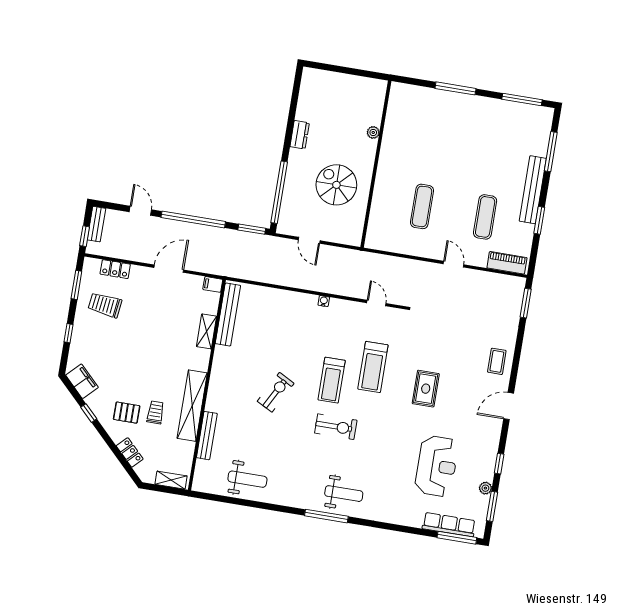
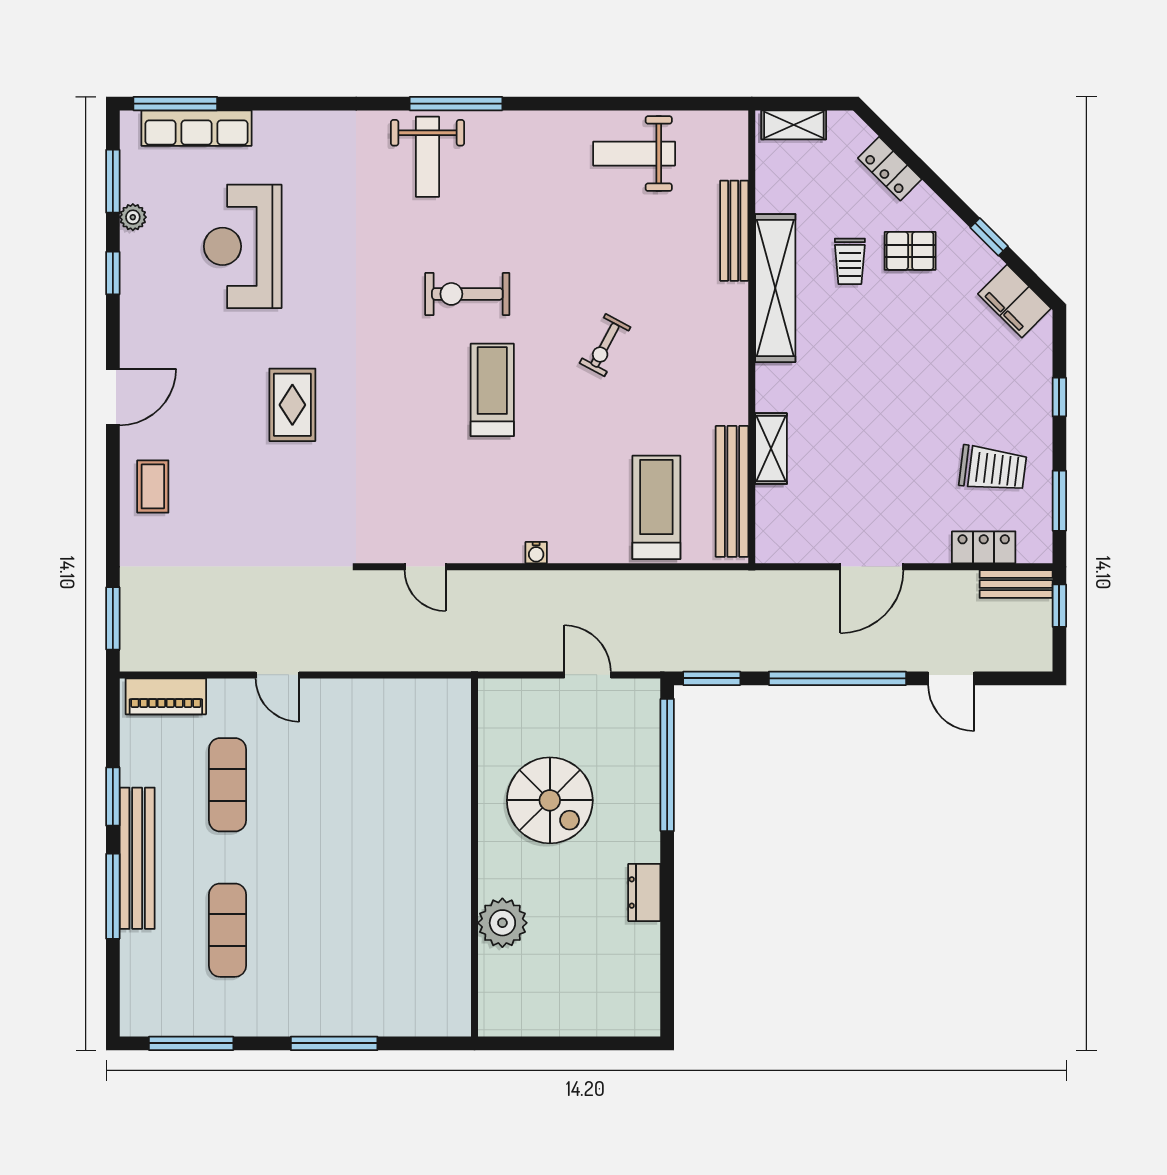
plant: (373, 132) -> (502, 923), width x1.87, depth x1.87
window: (551, 152) -> (113, 896), moved
exercise mat: (422, 206) -> (227, 930), moved
bench: (96, 224) -> (1016, 584), moved, turned 90
filing cabinet: (213, 284) -> (774, 549), removed
treadmill: (373, 367) -> (656, 507), moved
exercise bike: (276, 392) -> (605, 345), width x0.73, depth x0.72
weight bench: (344, 494) -> (428, 157), turned -90

